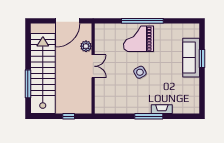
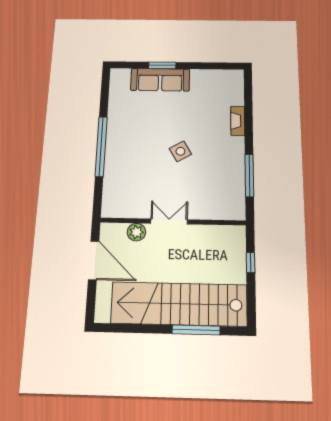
grand piano: (138, 39) -> (128, 153), removed
window: (149, 116) -> (249, 175), moved

